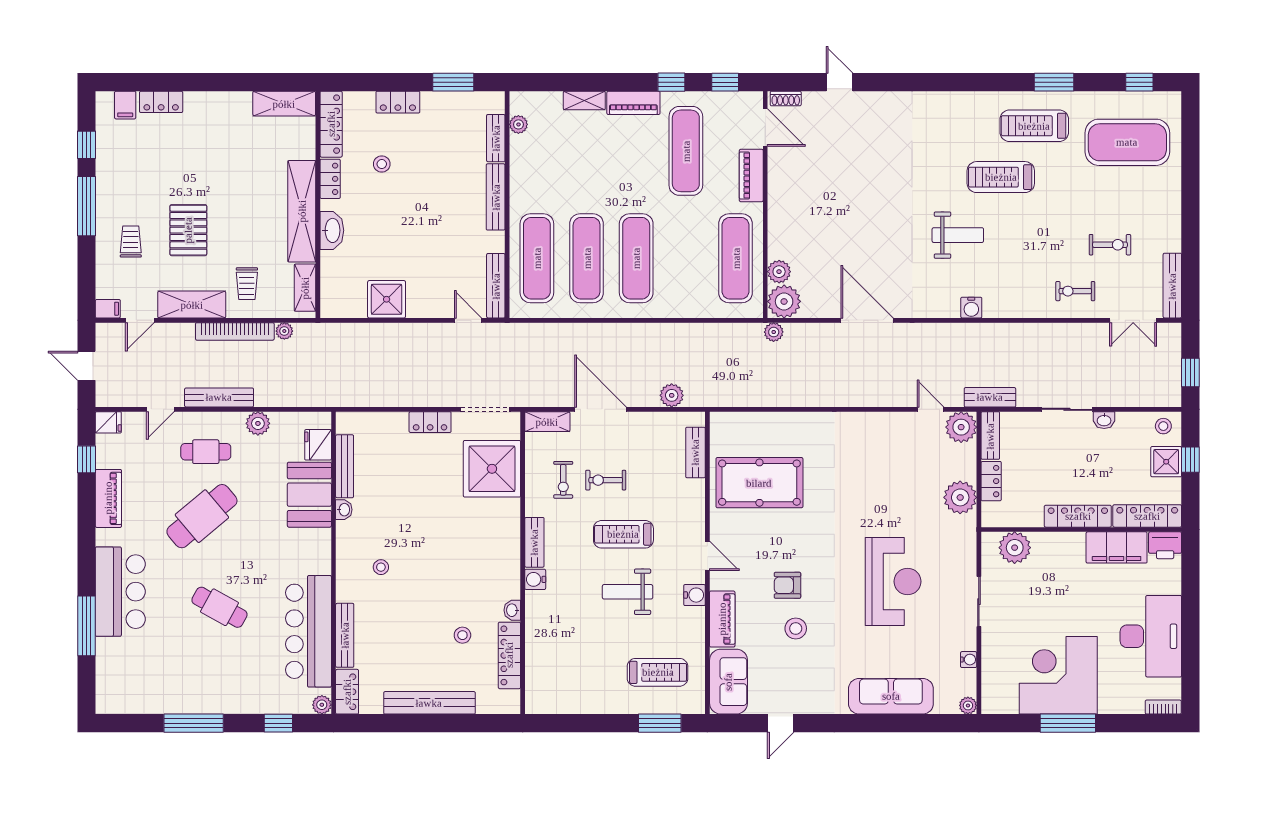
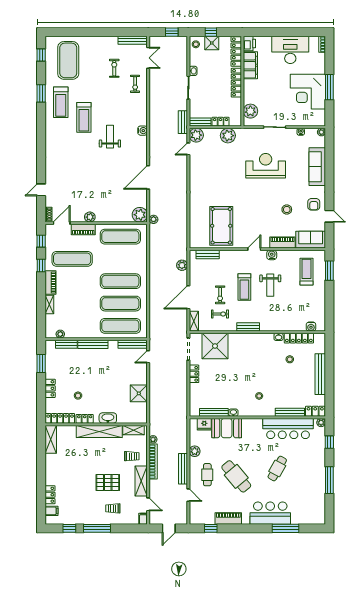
plant: (779, 272) -> (90, 217), moved
fridge: (108, 422) -> (194, 518), removed
water cooler: (535, 579) -> (311, 327), moved
armchair: (787, 585) -> (314, 204), moved

